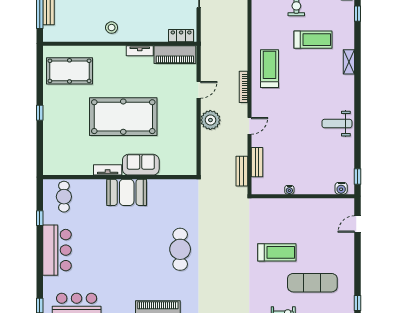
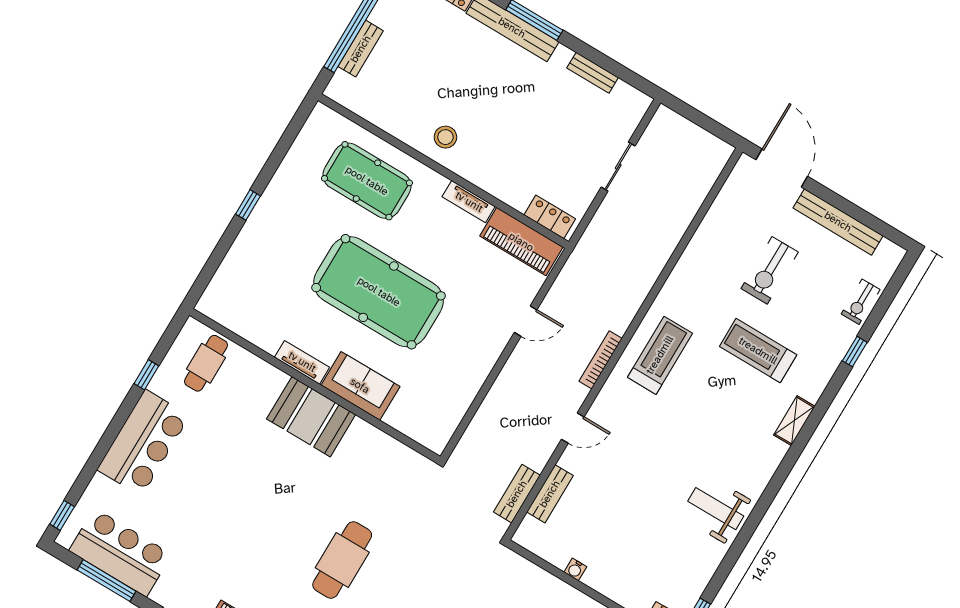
treadmill: (313, 40) -> (758, 351), turned 180
pool table: (69, 71) -> (367, 181), moved
plant: (210, 120) -> (516, 381), removed

